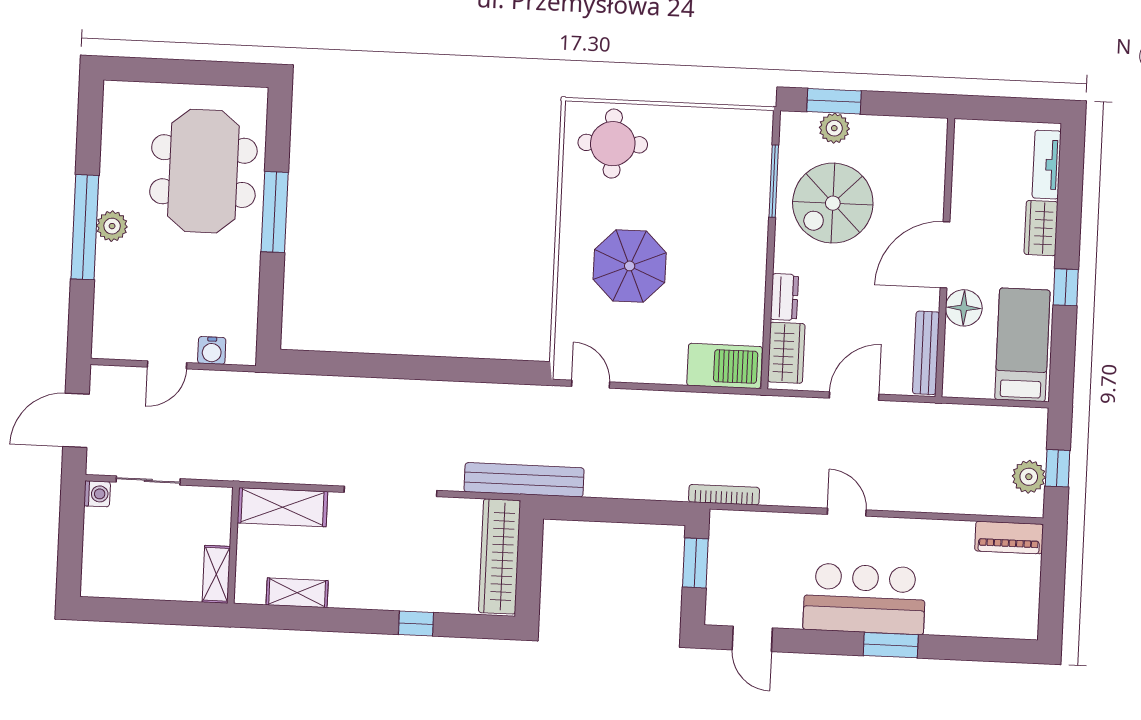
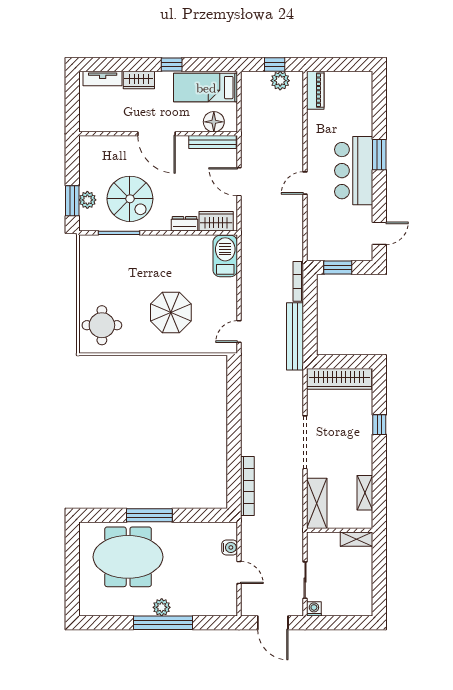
floor lamp: (964, 308) -> (214, 122), moved
bookcase: (318, 387) -> (247, 486), added
bench: (524, 480) -> (295, 336), moved
bookcase: (724, 495) -> (298, 281), moved

